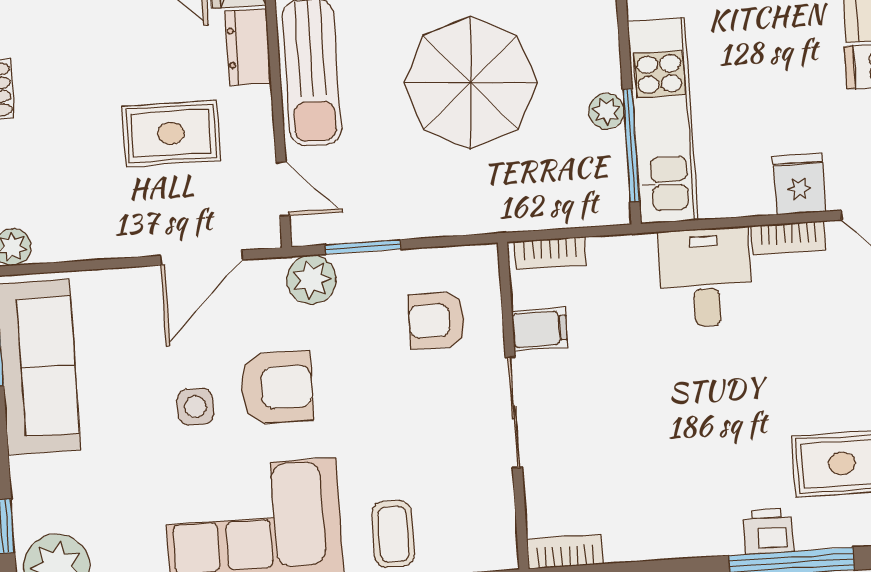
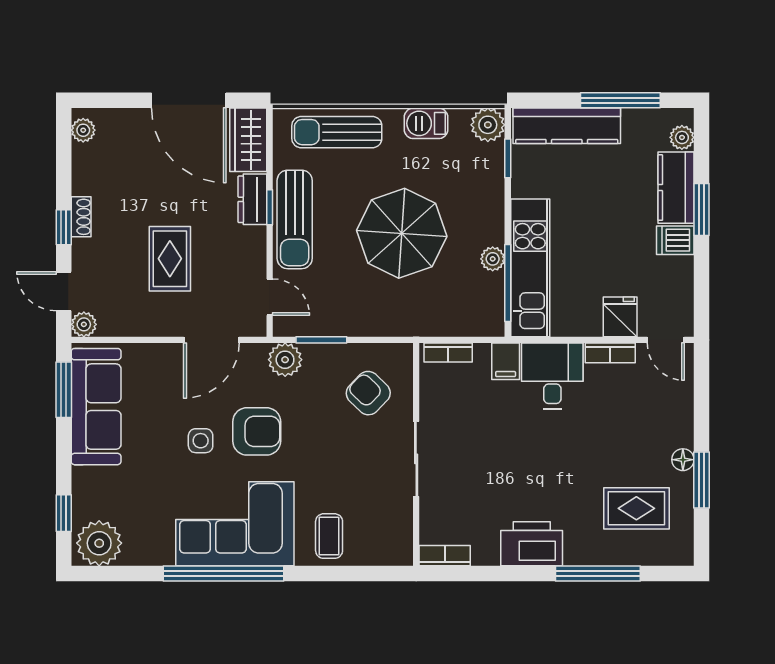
window: (274, 57) -> (270, 207), added
rug: (171, 133) -> (170, 259), moved, turned 90
armchair: (437, 320) -> (368, 393), turned 44
filing cabinet: (540, 329) -> (506, 361), moved, turned 90
printer: (768, 531) -> (532, 544), moved, width x1.87, depth x1.48

